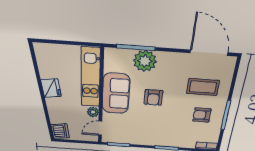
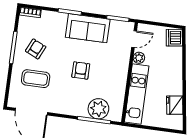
plant: (145, 61) -> (98, 109), moved
fridge: (51, 88) -> (175, 105), moved
sofa: (116, 94) -> (88, 28), moved, turned -90
armchair: (202, 115) -> (36, 49), turned -65

